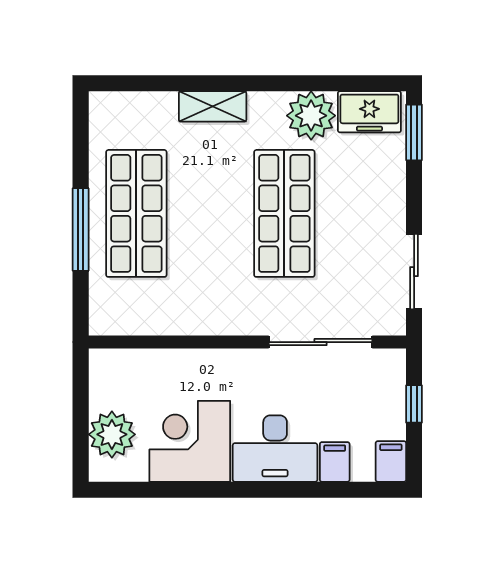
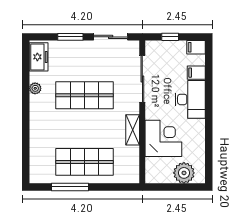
shelving: (213, 106) -> (133, 130), moved
plant: (311, 116) -> (35, 88), width x0.53, depth x0.53
window: (414, 132) -> (70, 37), moved
window: (81, 230) -> (70, 187), moved
corner desk: (190, 441) -> (163, 138), moved, turned 180

